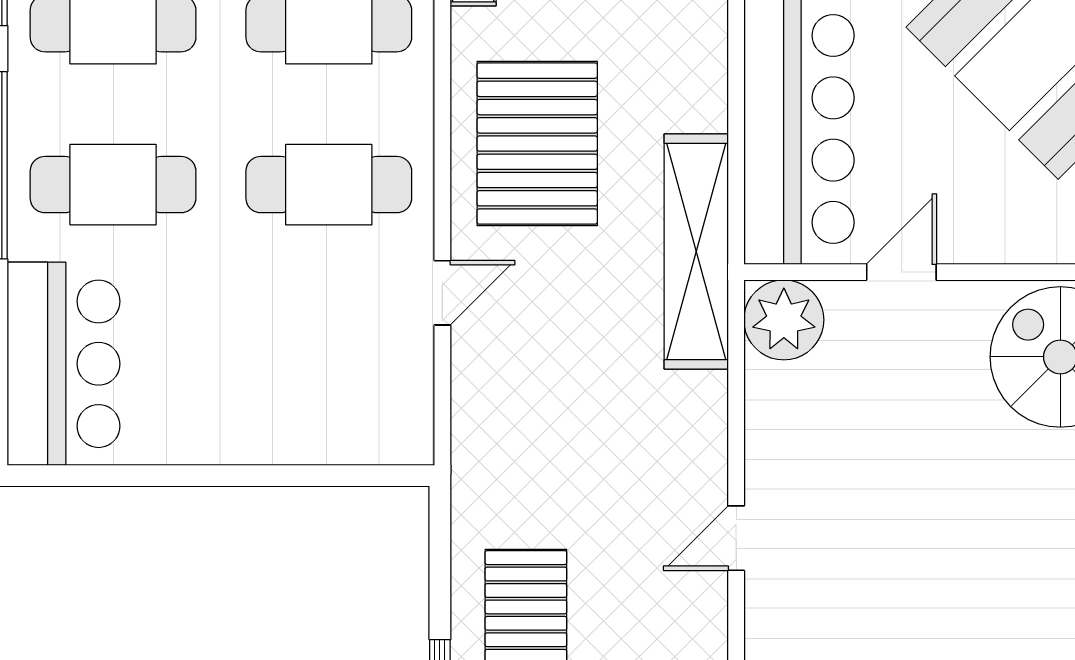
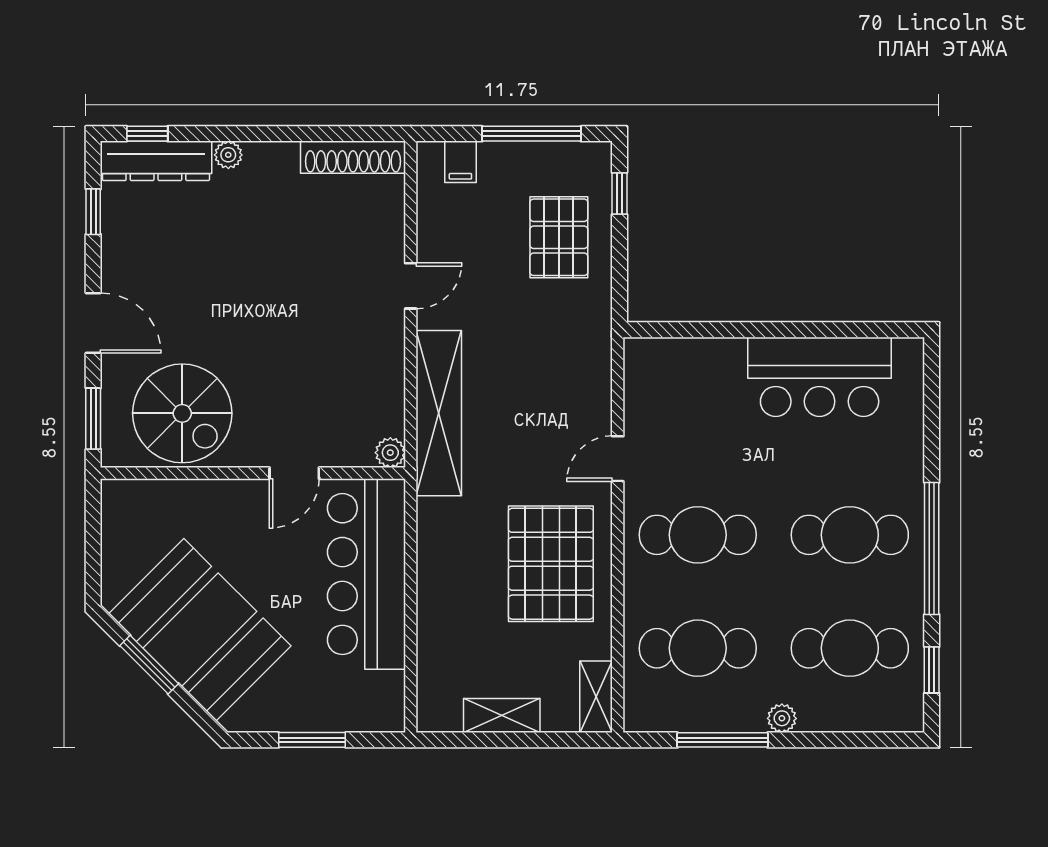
shelving: (696, 251) -> (439, 413), moved
plant: (784, 320) -> (390, 453), width x0.53, depth x0.53
bar counter: (64, 364) -> (820, 377), moved, turned -90

